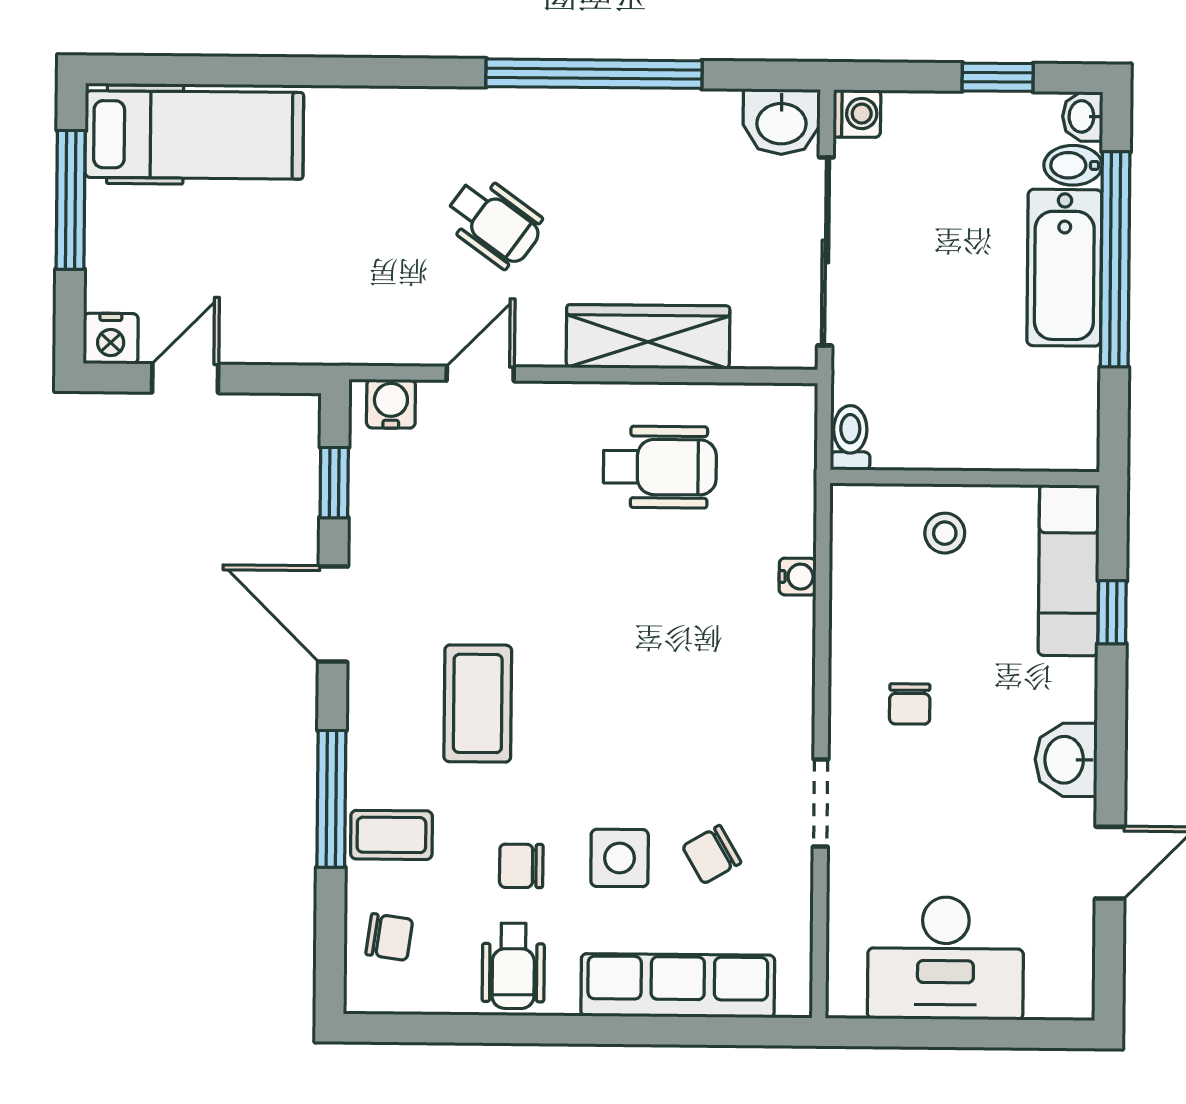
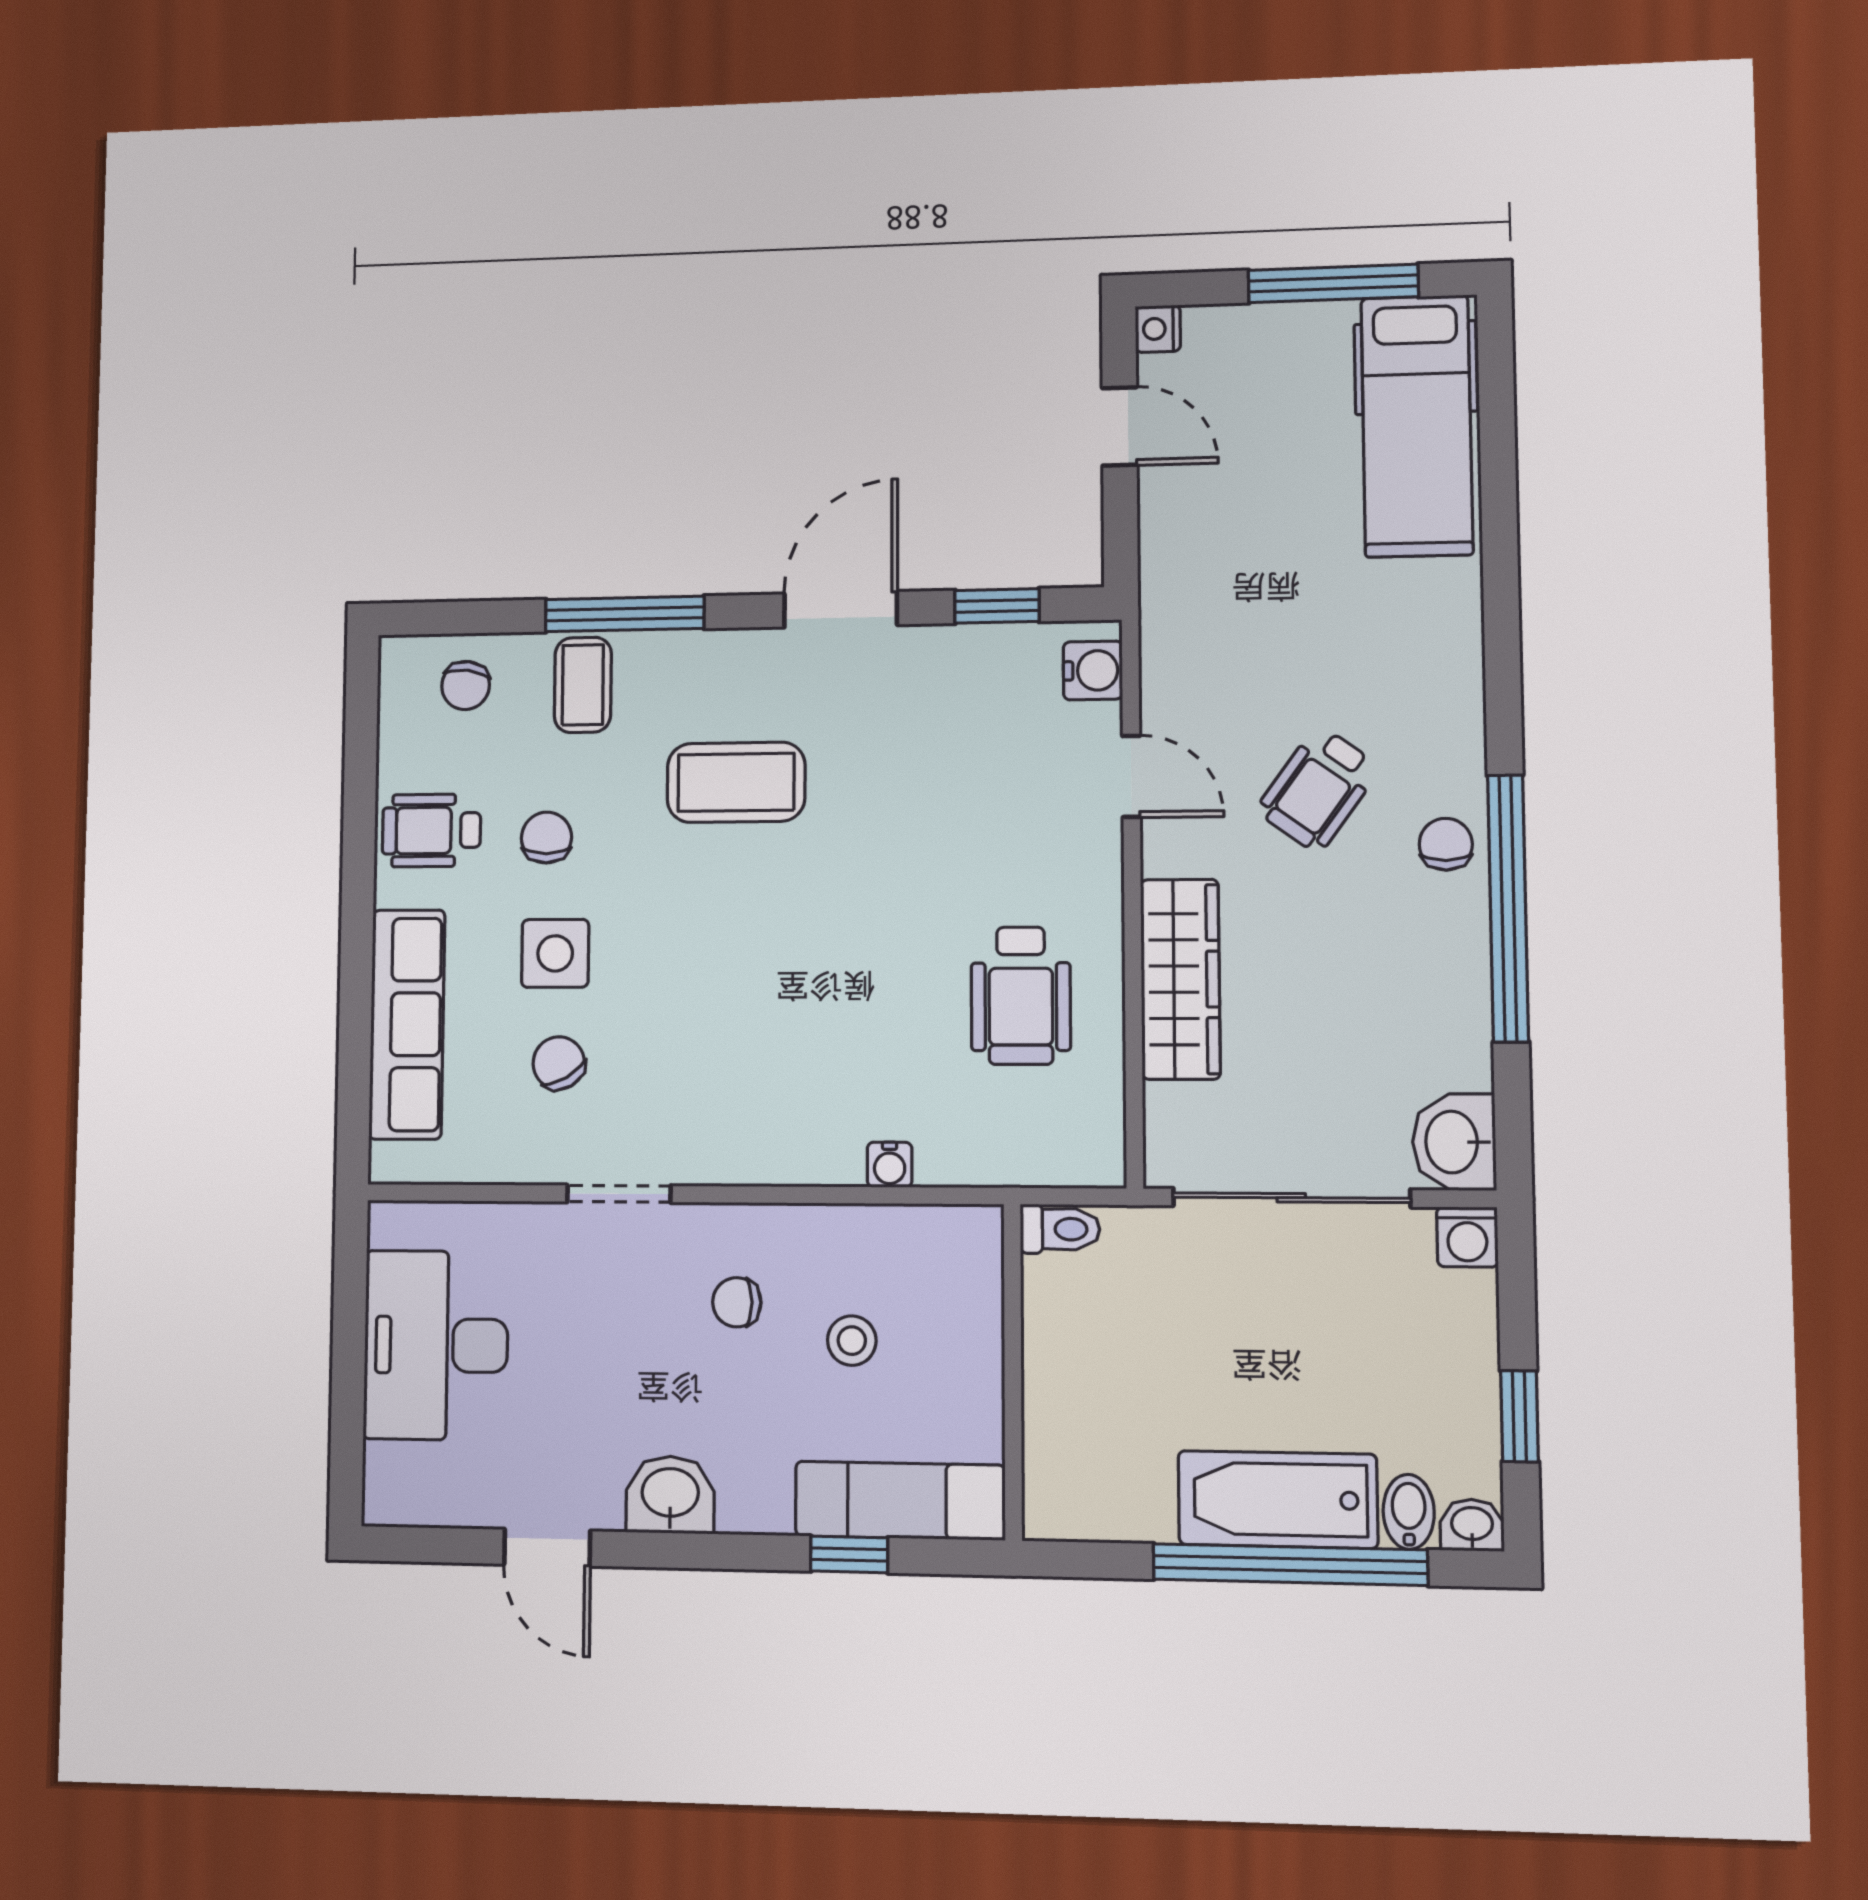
chair: (541, 121) -> (1446, 844), added
nightstand: (111, 339) -> (1158, 329), width x0.72, depth x0.74
stool: (945, 533) -> (852, 1341), moved

